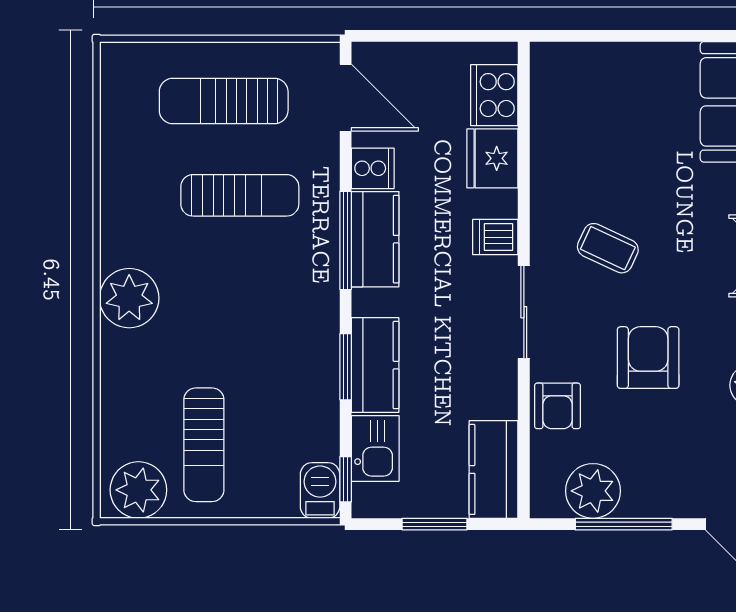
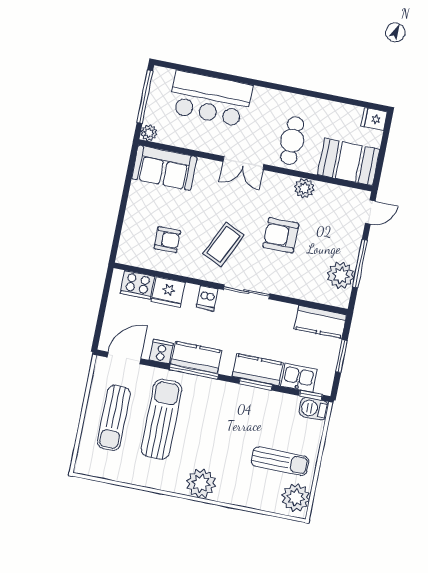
sun lounger: (240, 195) -> (162, 419), width x1.36, depth x1.34
coffee table: (608, 248) -> (223, 244), width x1.36, depth x1.30
armchair: (557, 406) -> (167, 240), moved

